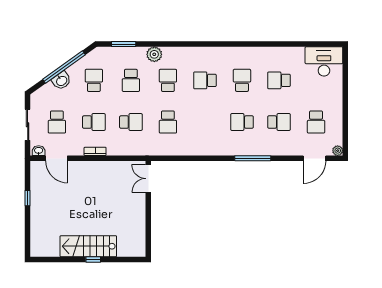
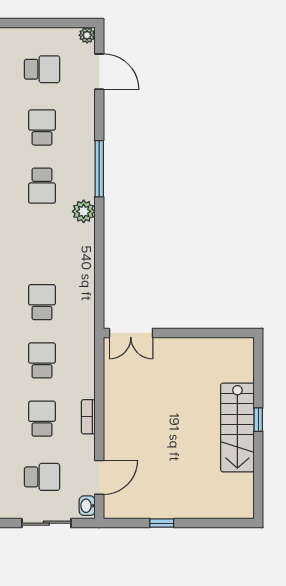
school desk: (168, 122) -> (42, 302), turned -90
plant: (226, 148) -> (84, 211), added

